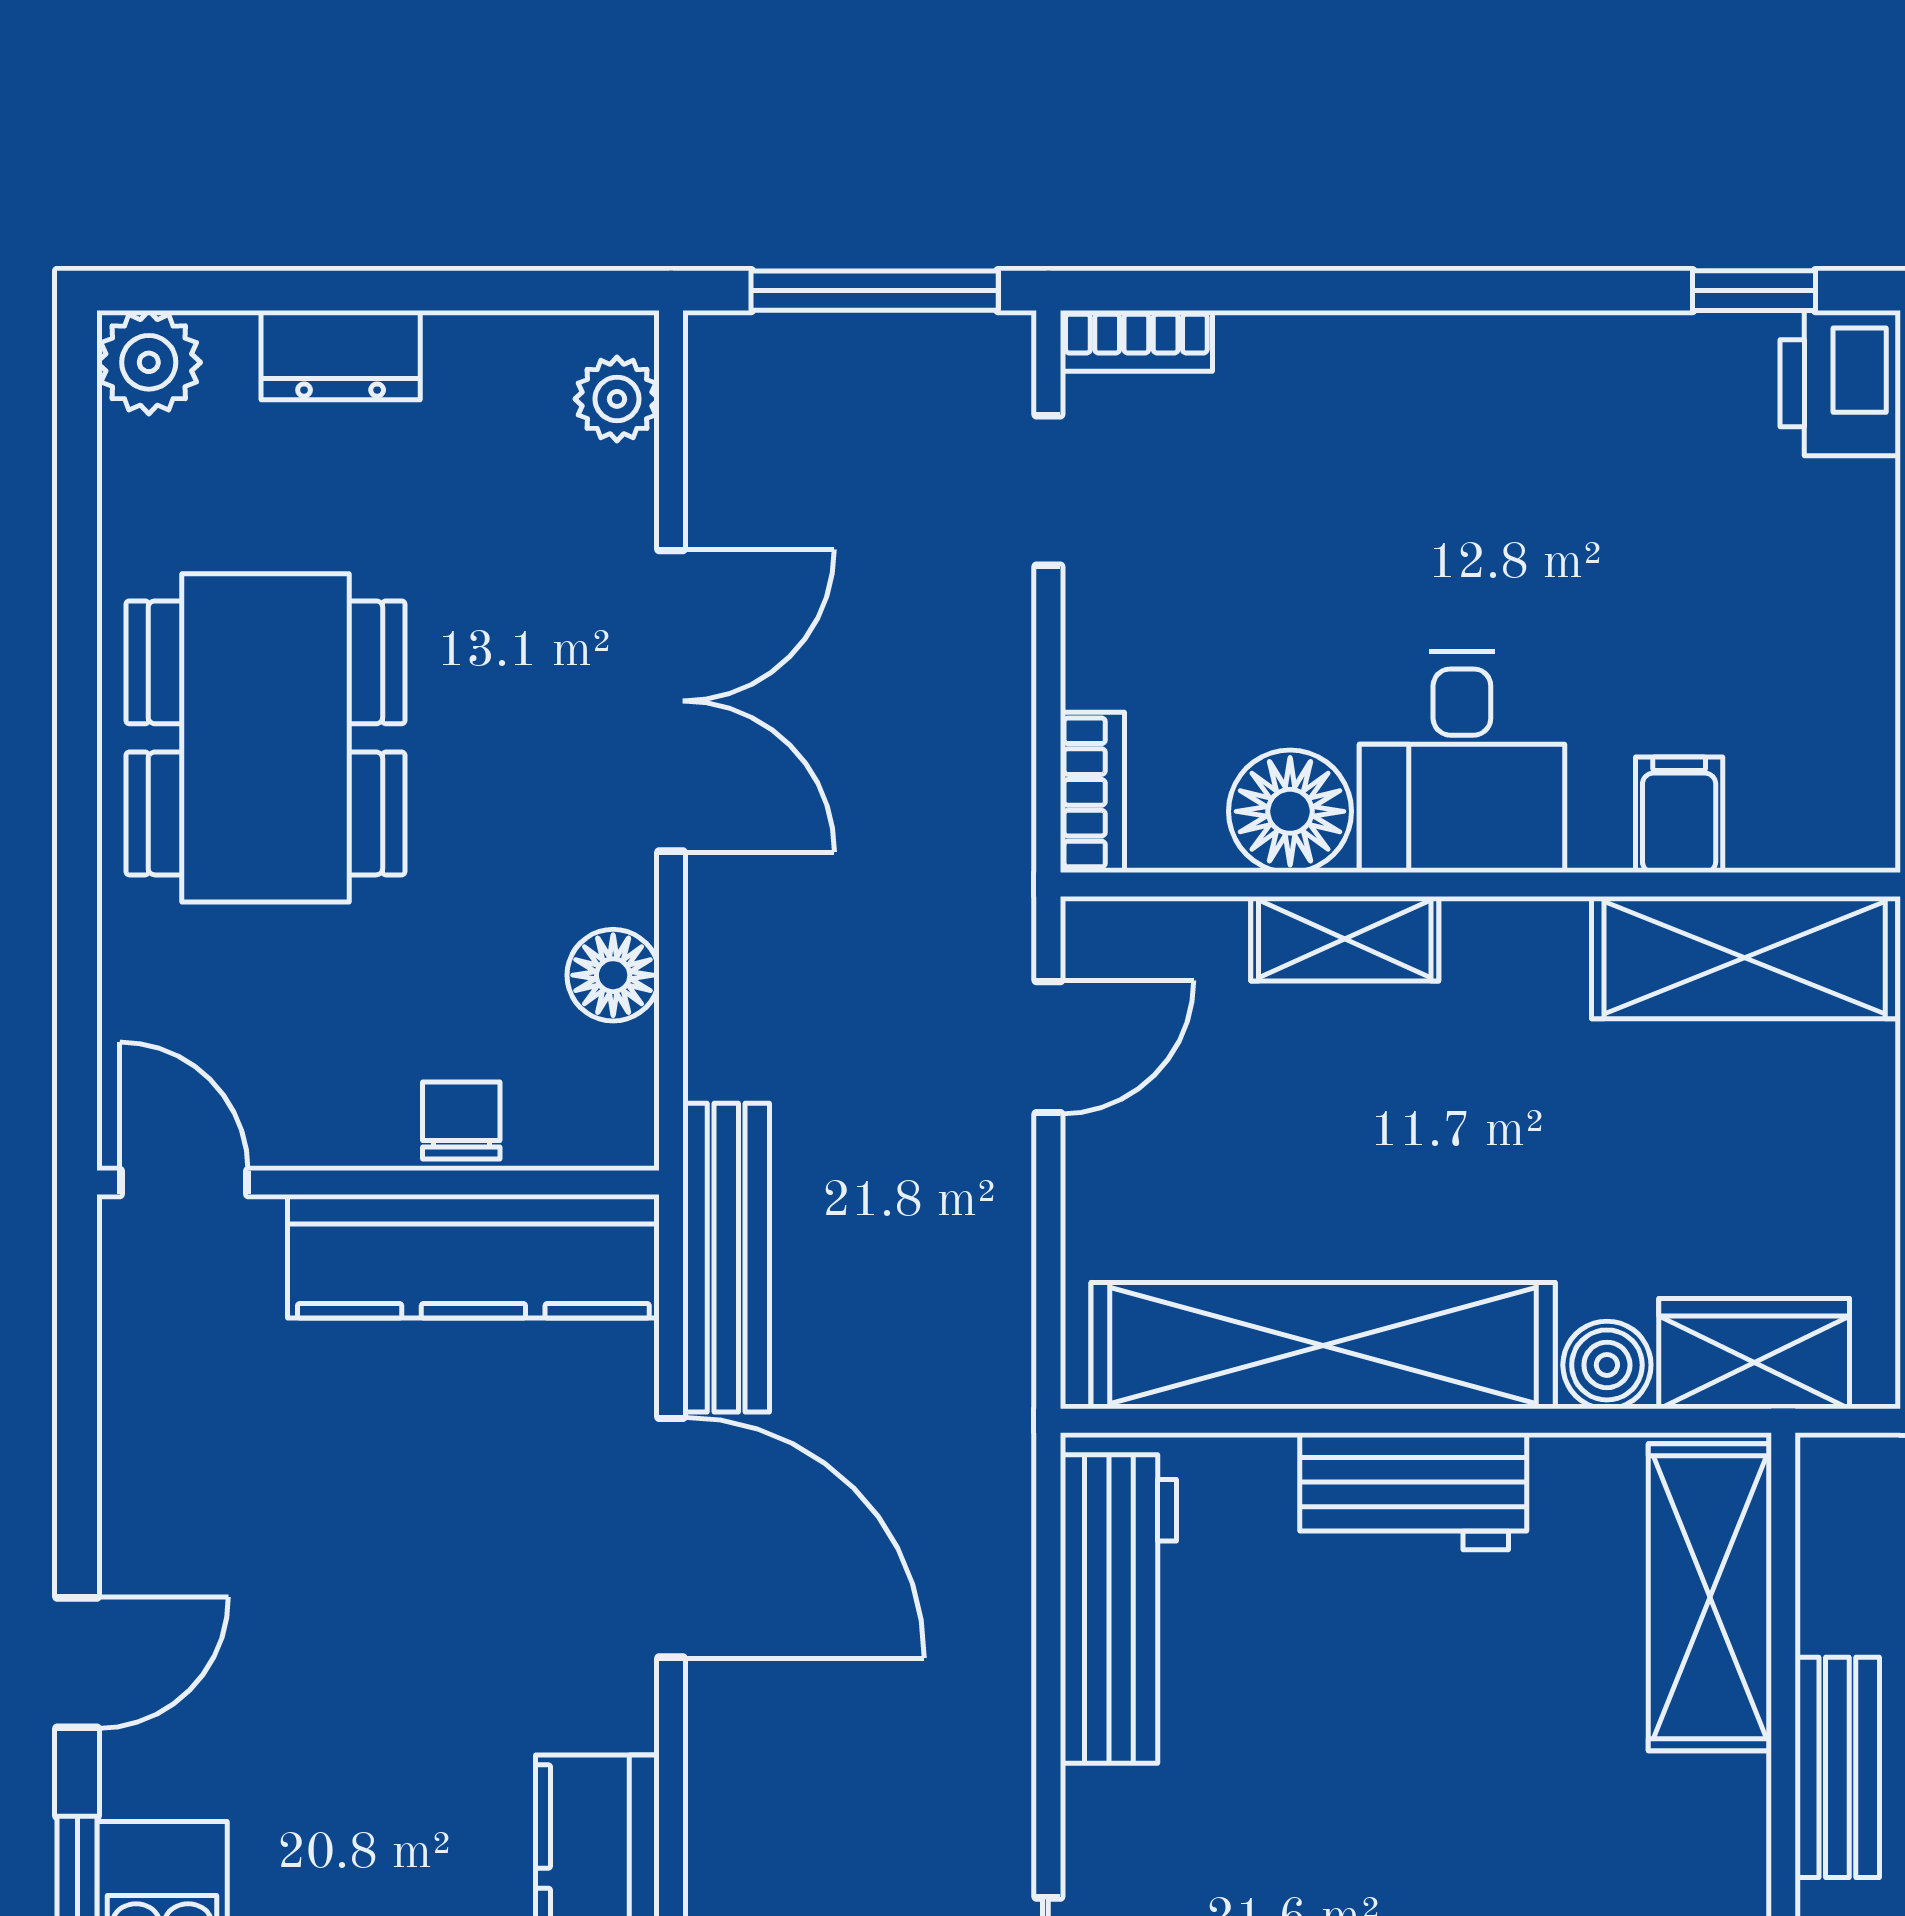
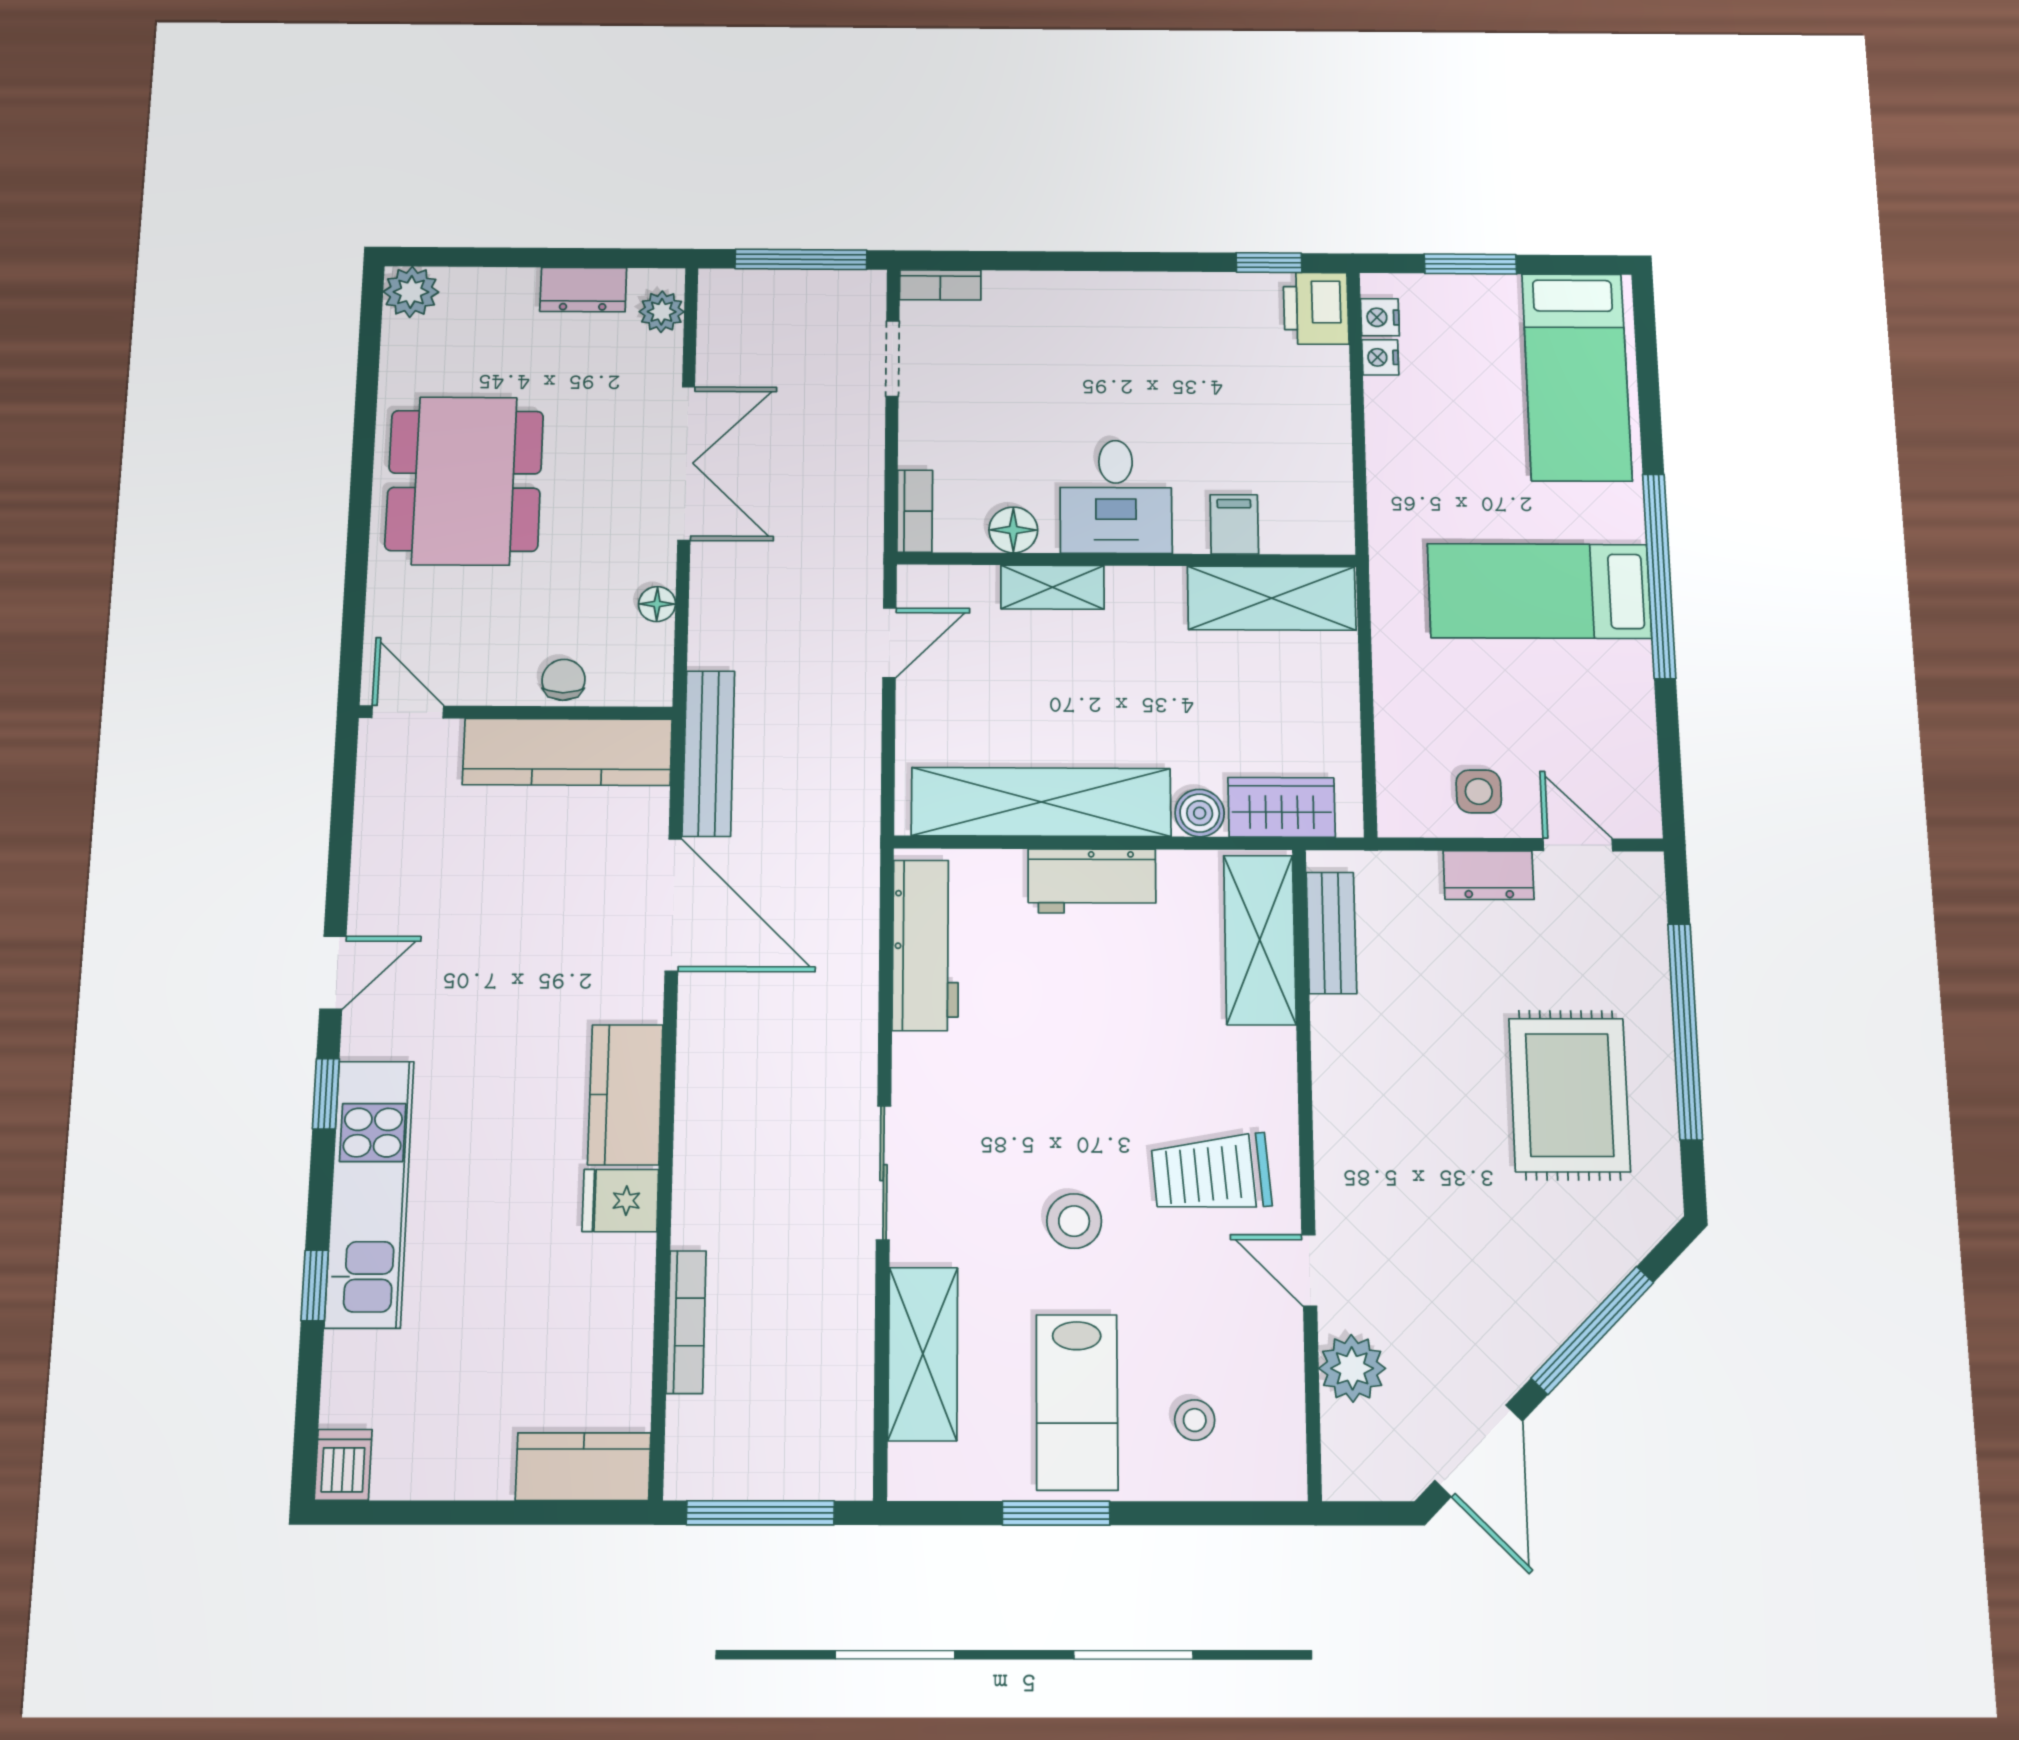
dresser: (341, 355) -> (583, 290), moved
floor lamp: (1290, 811) -> (1013, 530), width x0.73, depth x0.73
floor lamp: (613, 975) -> (657, 604), width x0.73, depth x0.73
bench: (1837, 1767) -> (1331, 933), moved

